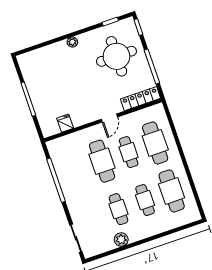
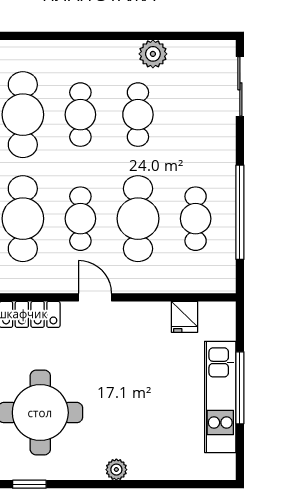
kitchen unit: (36, 92) -> (220, 397), added
door: (109, 118) -> (95, 297), hinge flipped
cafe table: (75, 170) -> (196, 219), added

